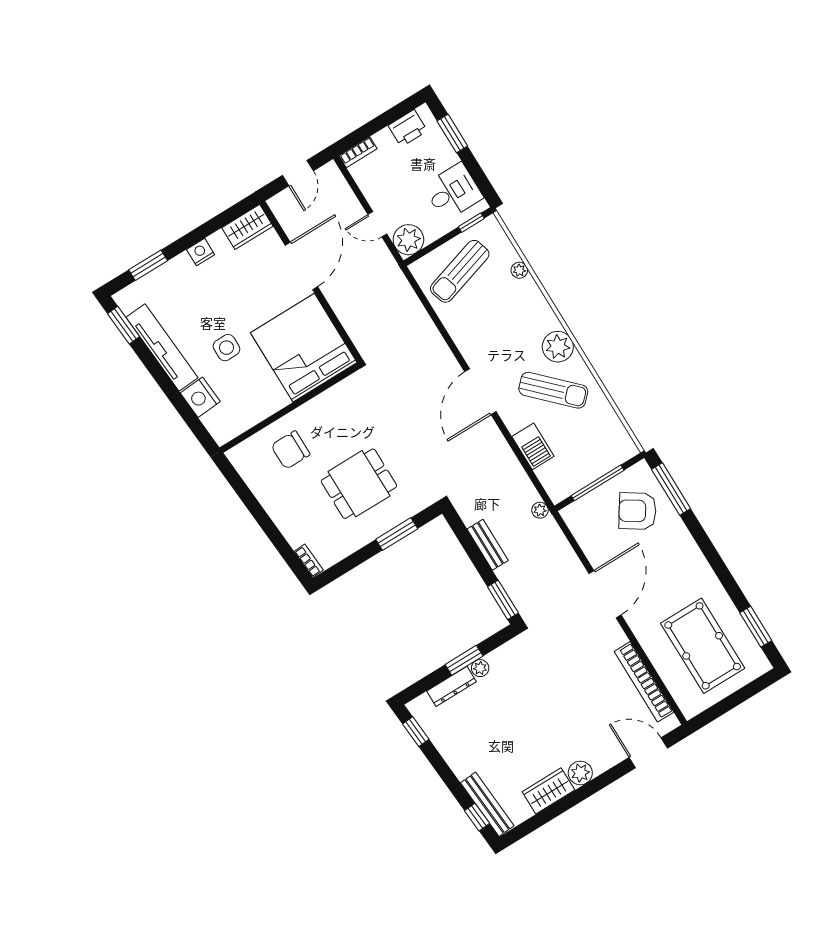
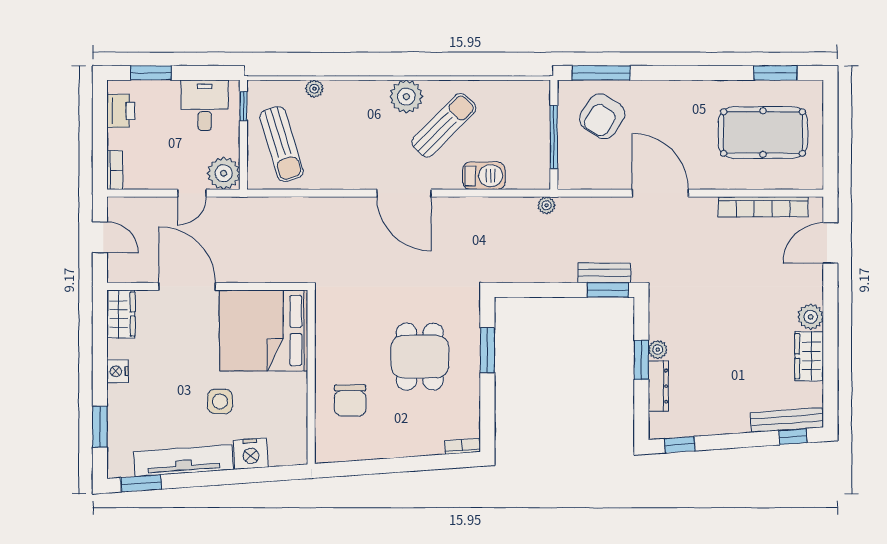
bench: (488, 545) -> (604, 273), moved

